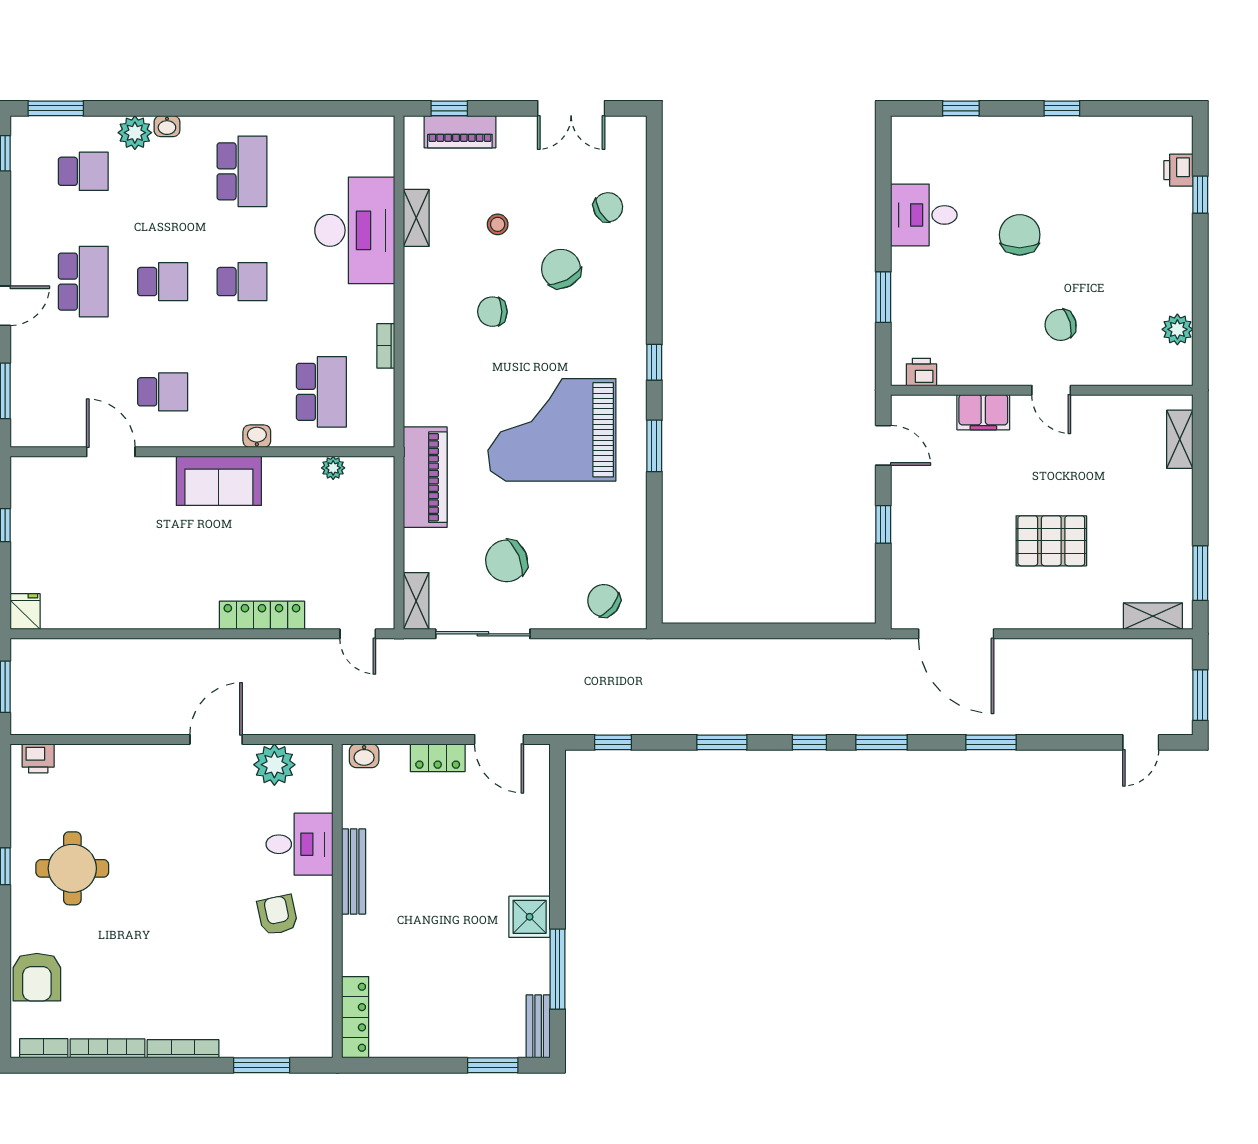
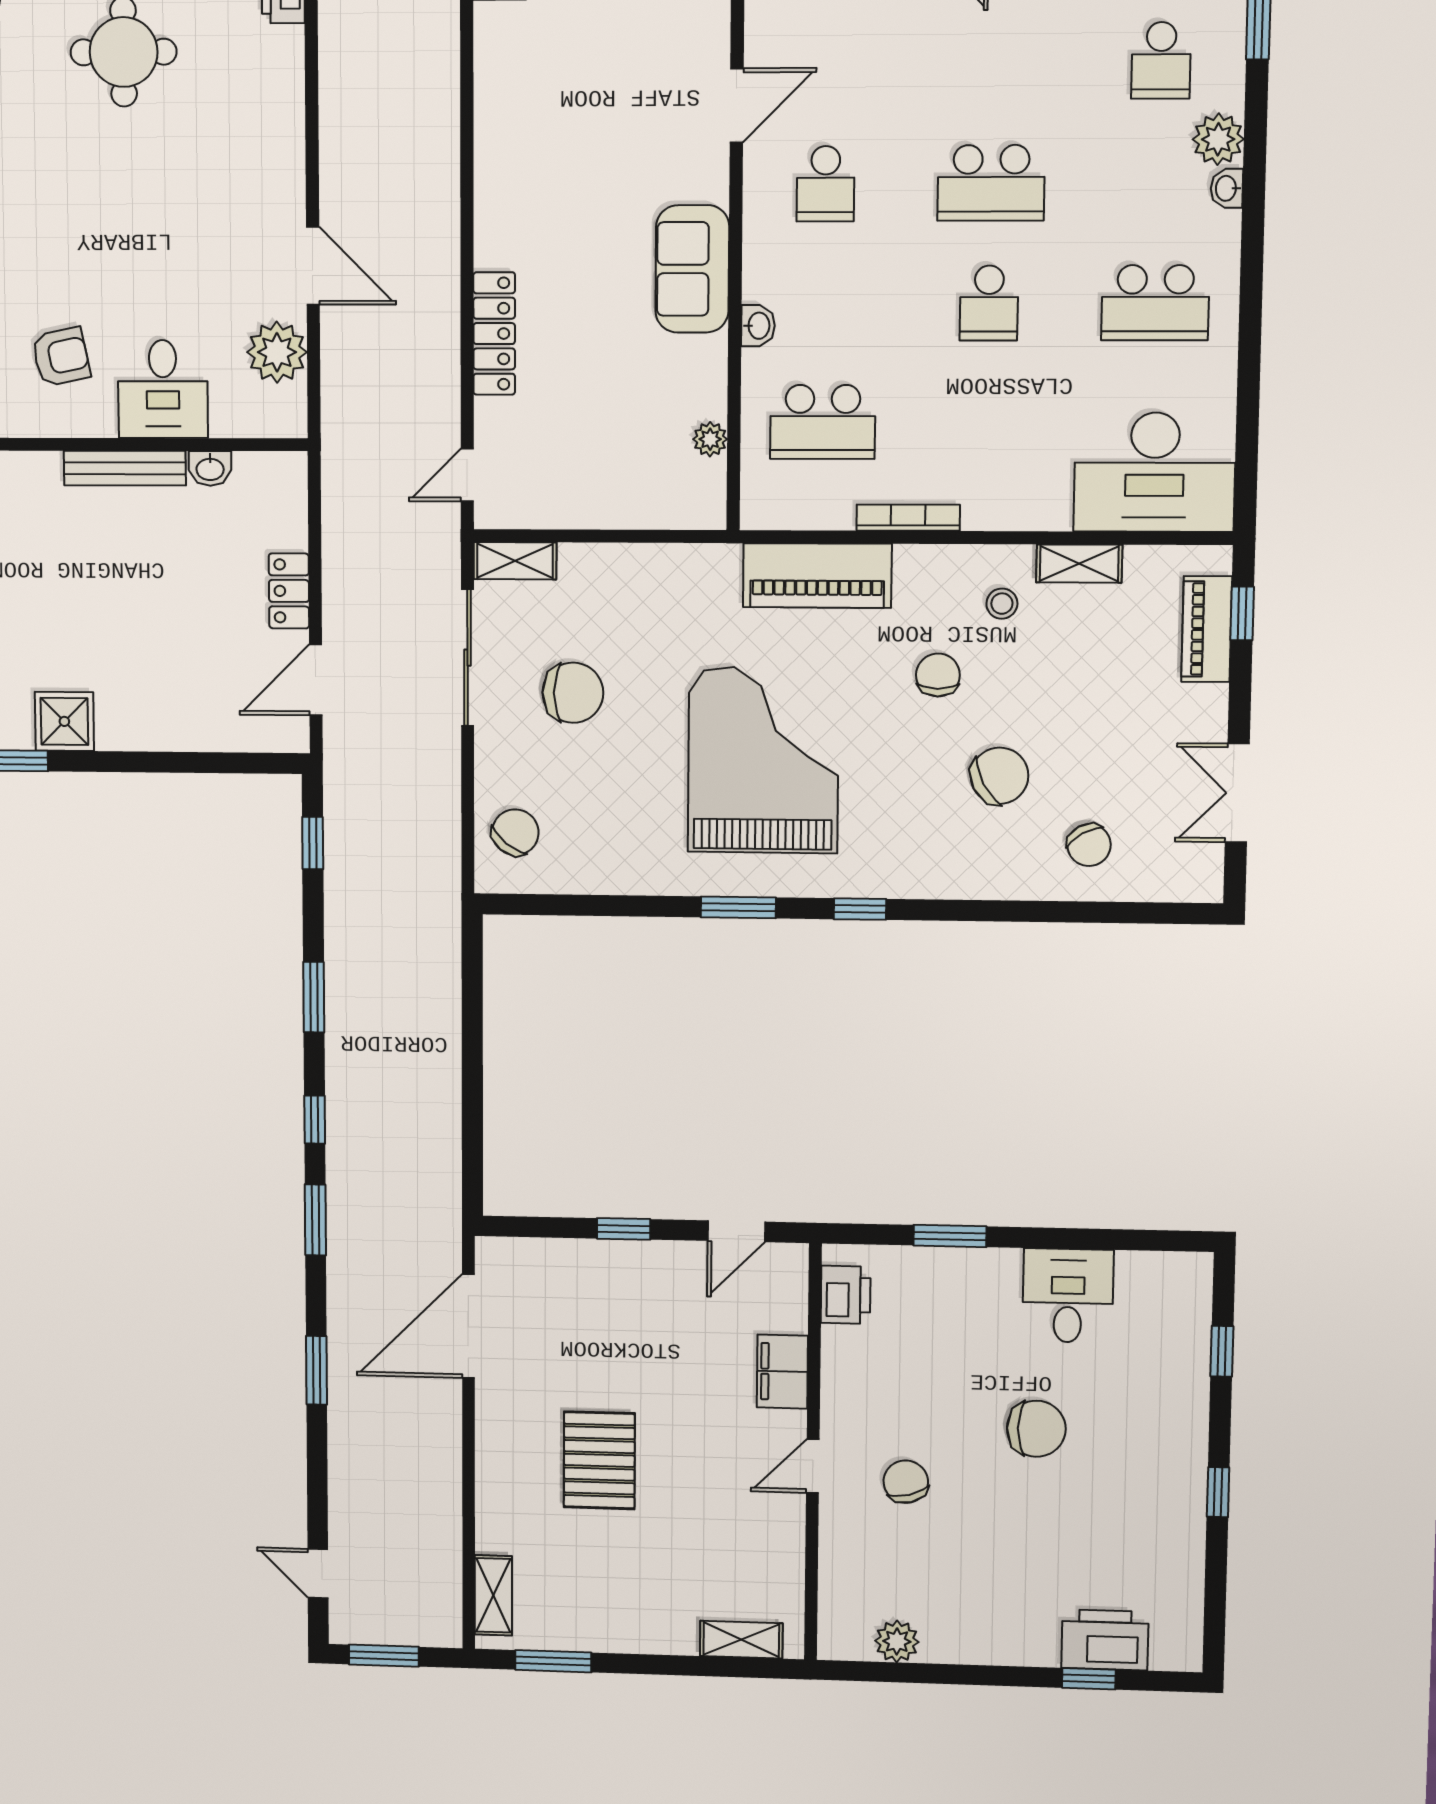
printer: (1178, 170) -> (1105, 1640), width x1.87, depth x1.48
stool: (498, 224) -> (1002, 604), moved
desk: (355, 230) -> (1155, 472), moved
school desk: (83, 282) -> (993, 62), removed
school desk: (163, 282) -> (991, 183), width x1.85
bookcase: (386, 346) -> (908, 518), width x1.56
printer: (921, 372) -> (846, 1295), width x1.36, depth x1.24
piano: (425, 477) -> (817, 576), moved
chair: (507, 561) -> (573, 693), turned 113
washbasin: (364, 756) -> (210, 468), moved, turned -90

